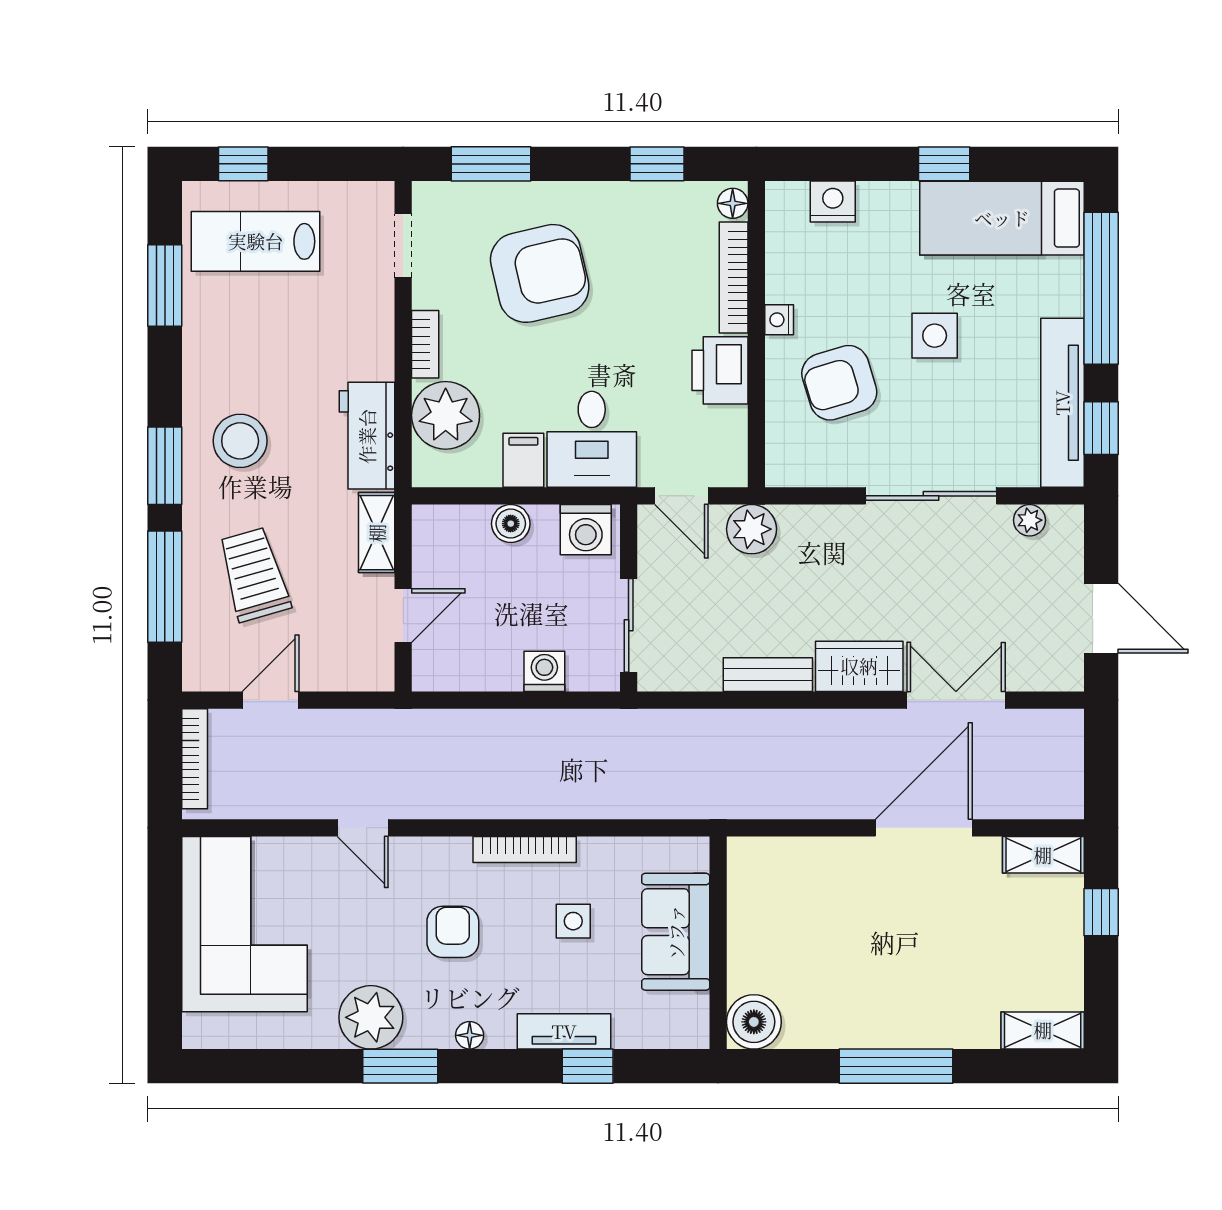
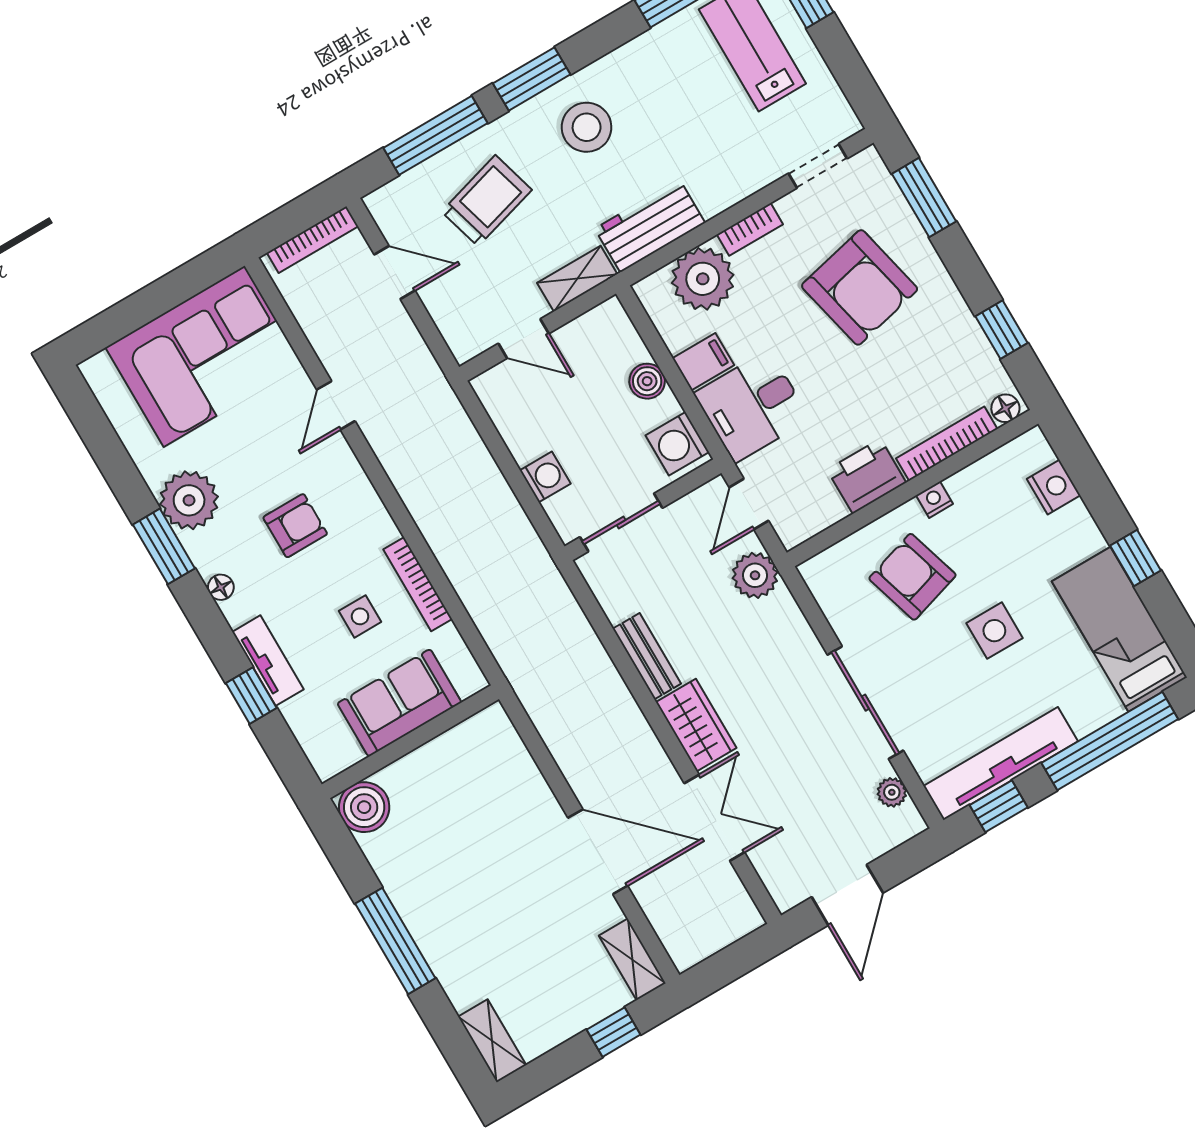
bookcase: (525, 850) -> (418, 584), moved

